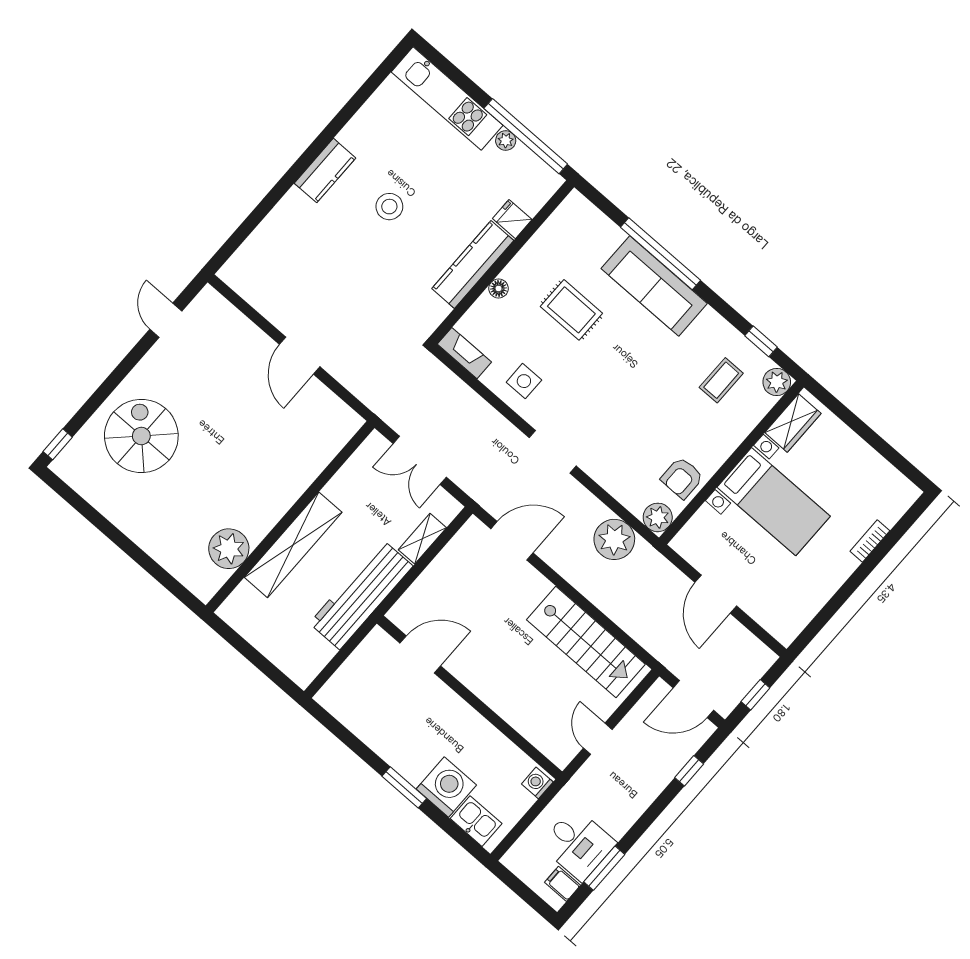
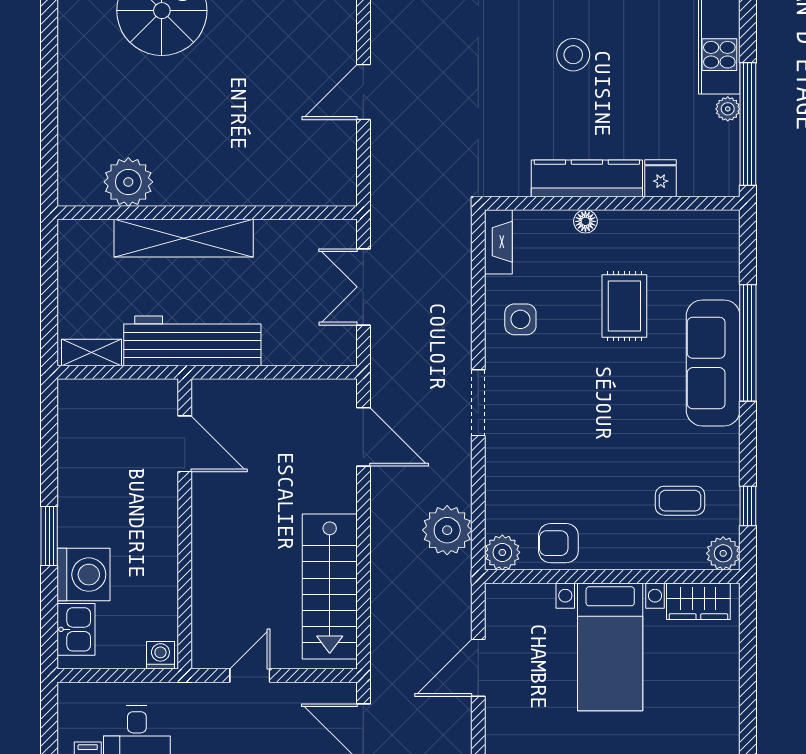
shelving: (422, 539) -> (92, 353), moved

